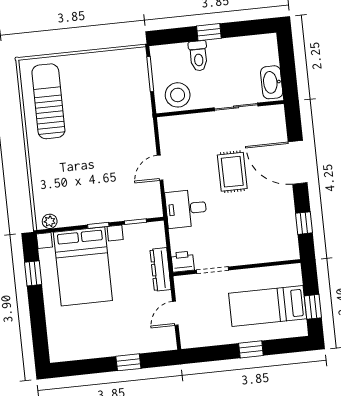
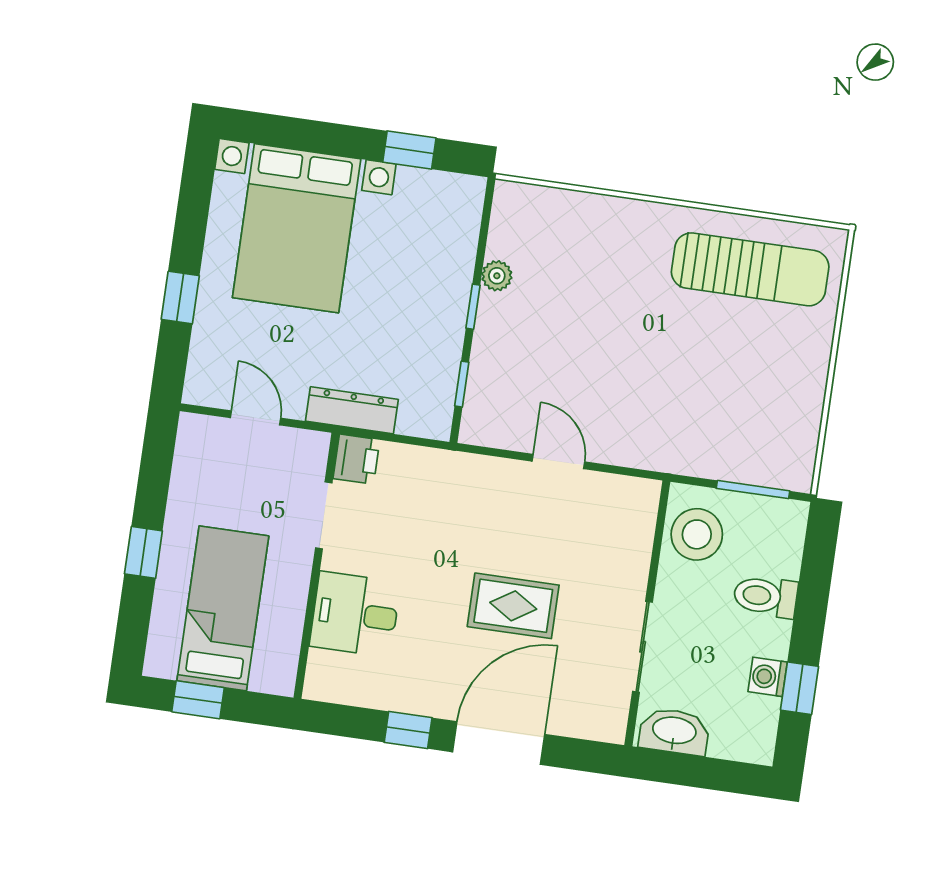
window: (209, 32) -> (800, 688), moved
washing machine: (235, 45) -> (768, 677), added
desk: (186, 209) -> (355, 614), moved, turned -90
plant: (50, 221) -> (497, 276), moved
window: (304, 223) -> (408, 730), moved
bed with nightstands: (83, 266) -> (297, 228), moved, turned -90

